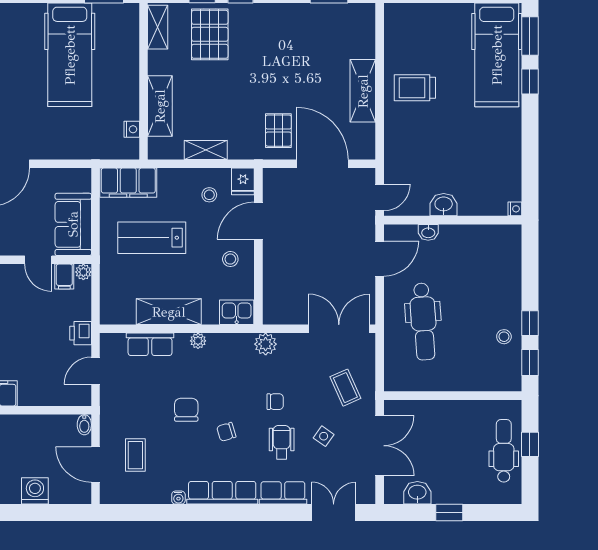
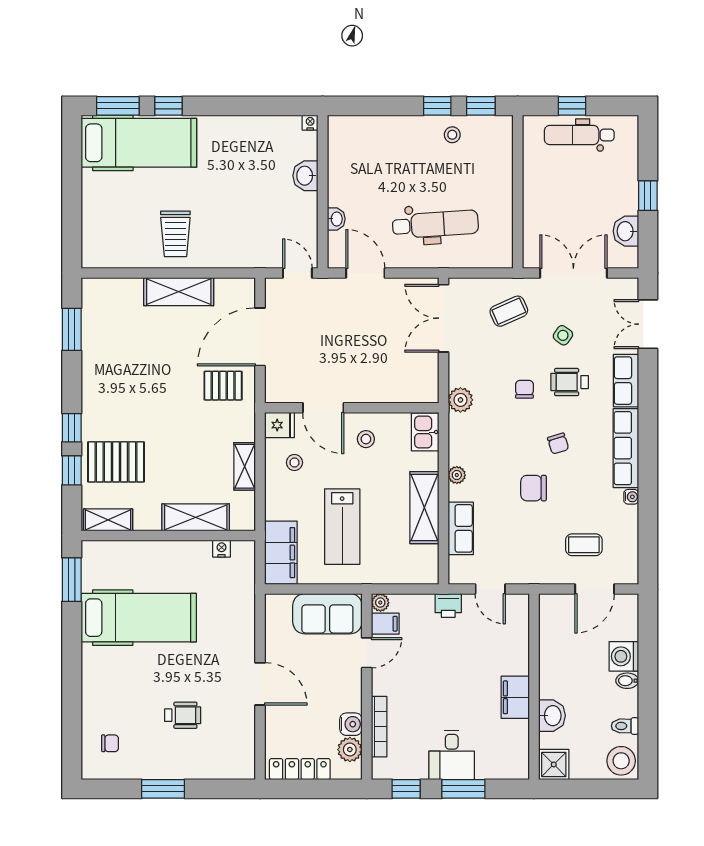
washbasin: (444, 205) -> (305, 176), moved
bidet: (84, 425) -> (627, 681), moved, turned 180

